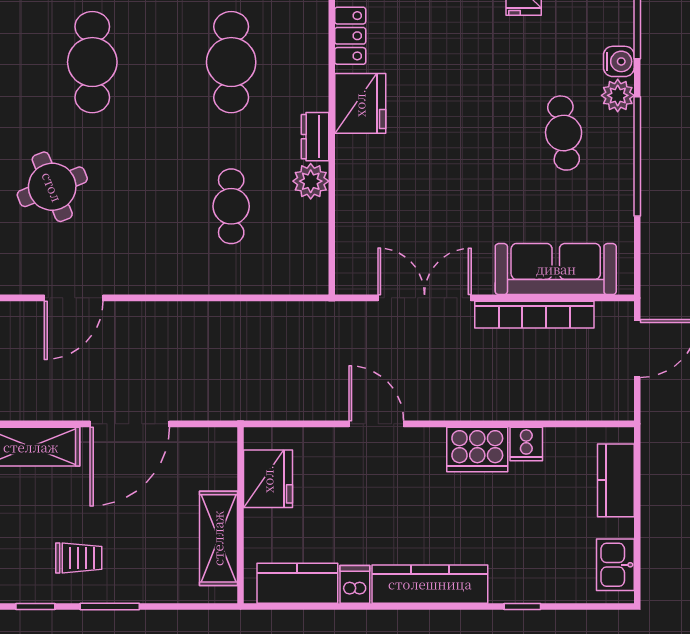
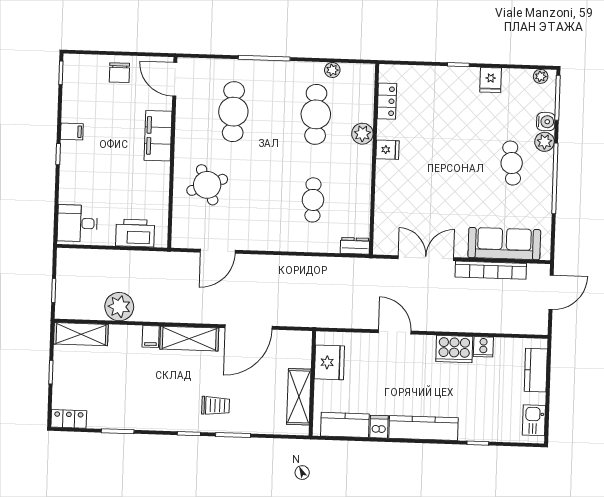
fridge: (360, 103) -> (388, 150), width x0.53, depth x0.75
dresser: (315, 137) -> (355, 246), moved, turned 90
plant: (311, 181) -> (362, 134), moved

